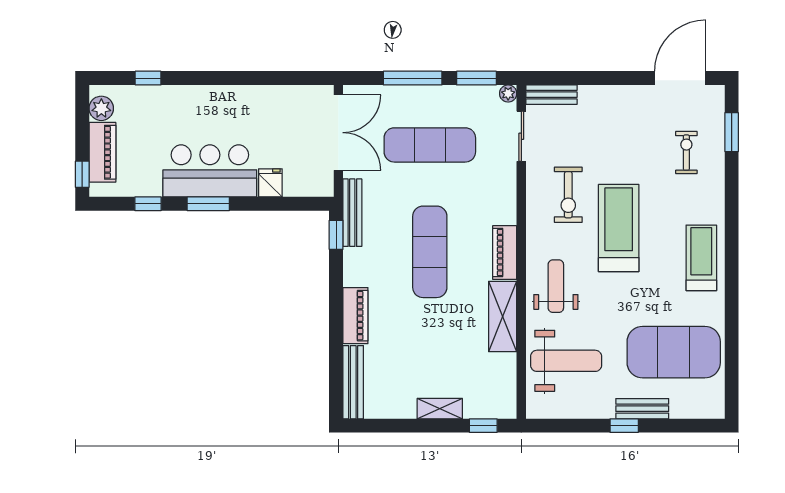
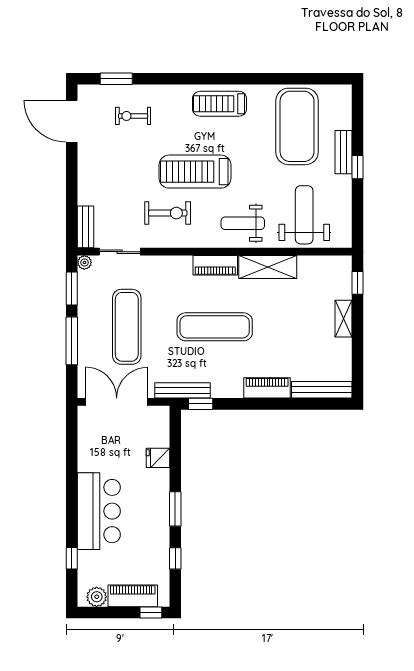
bar counter: (210, 171) -> (99, 511), moved, turned 180

